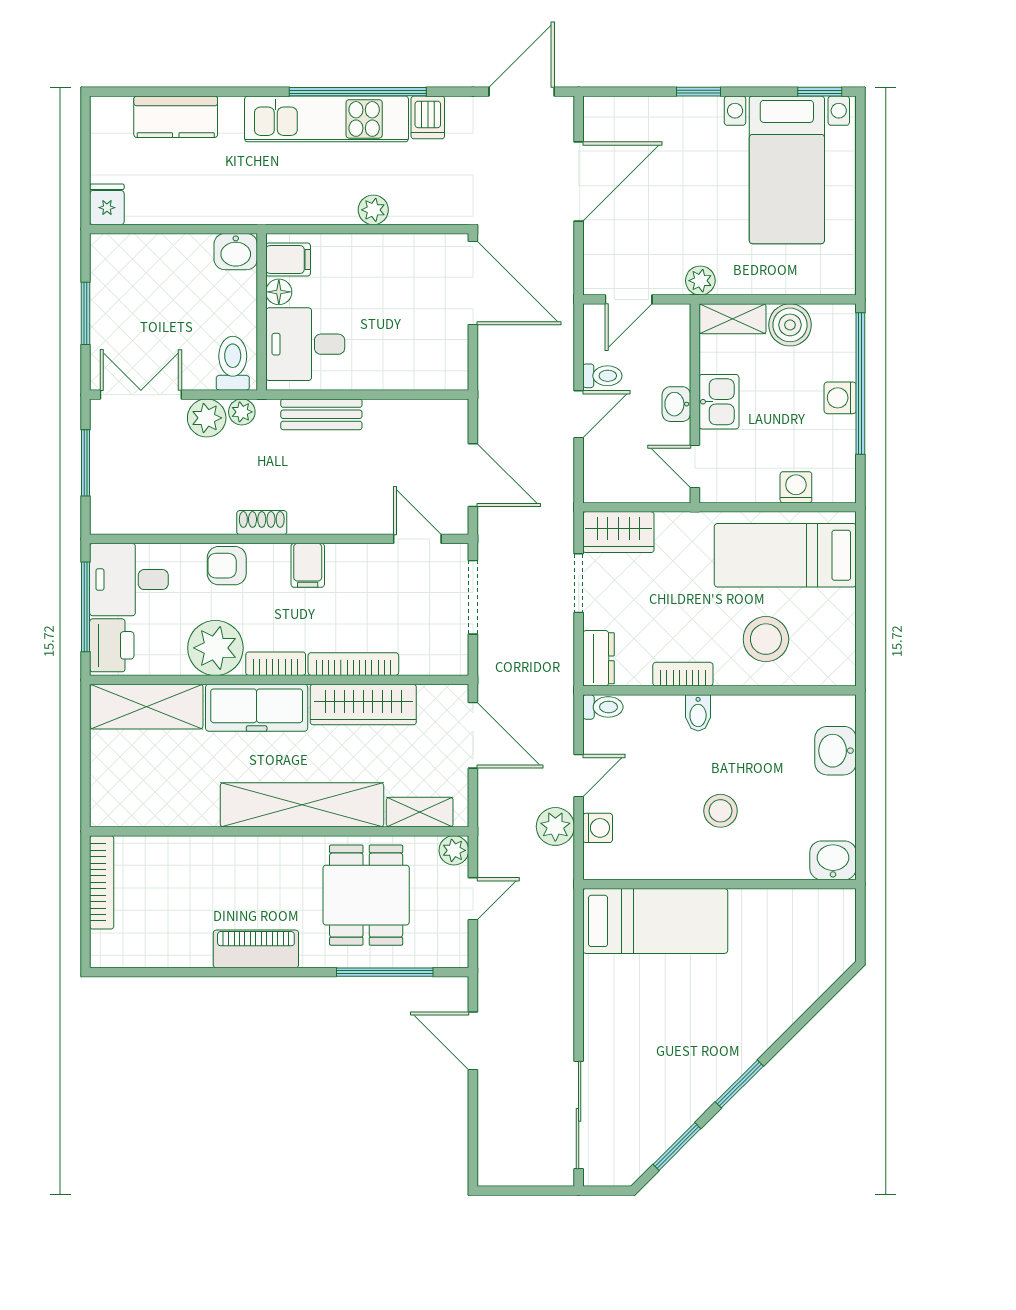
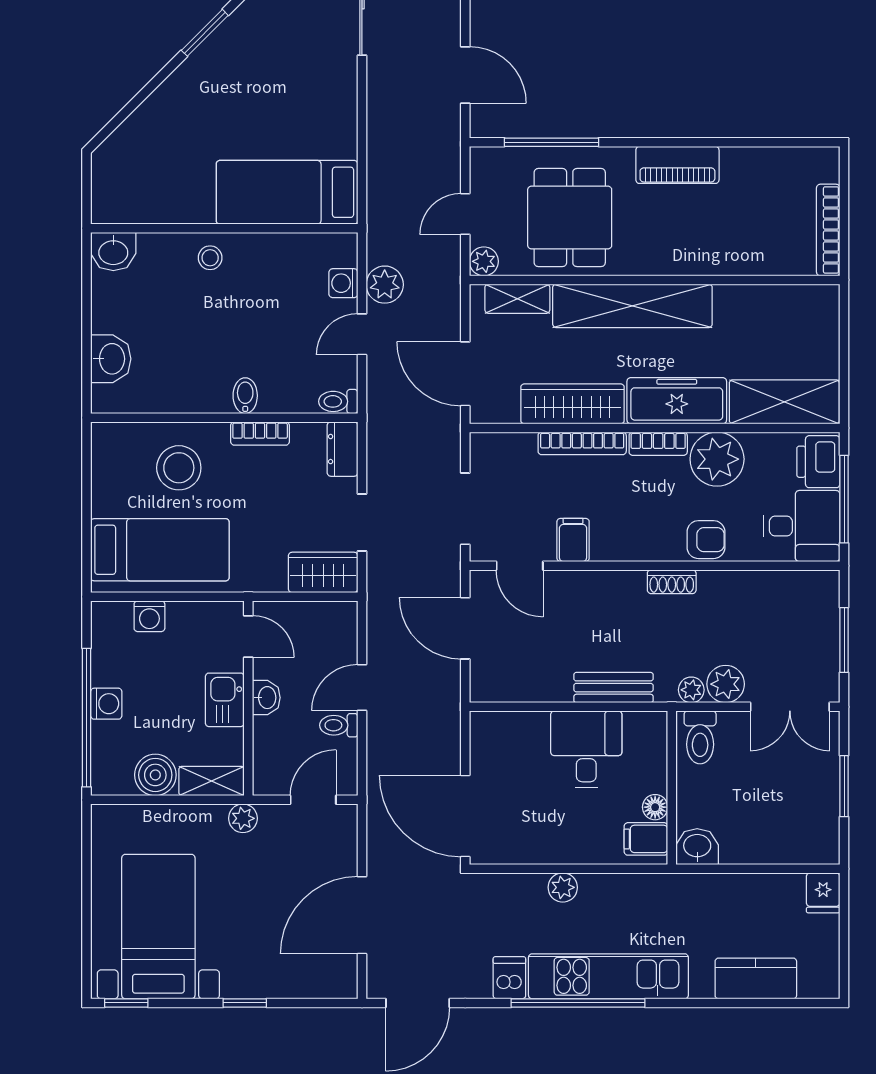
desk: (305, 344) -> (586, 749), moved, turned -90
filing cabinet: (308, 565) -> (573, 540), moved
stool: (720, 811) -> (210, 258), moved, width x0.73, depth x0.73

